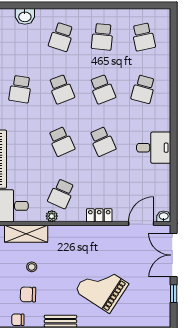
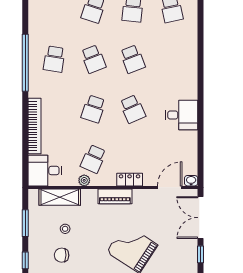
school desk: (143, 89) -> (172, 59), removed
school desk: (61, 141) -> (93, 109), turned 42
piano: (84, 233) -> (115, 196), added

